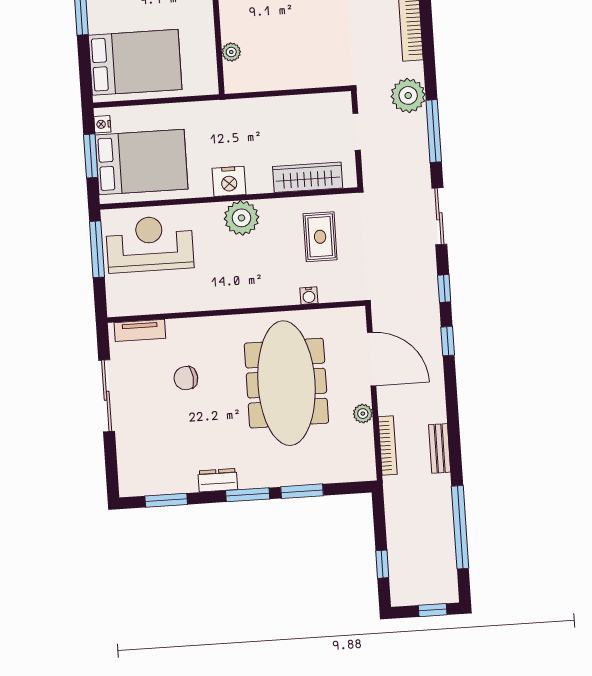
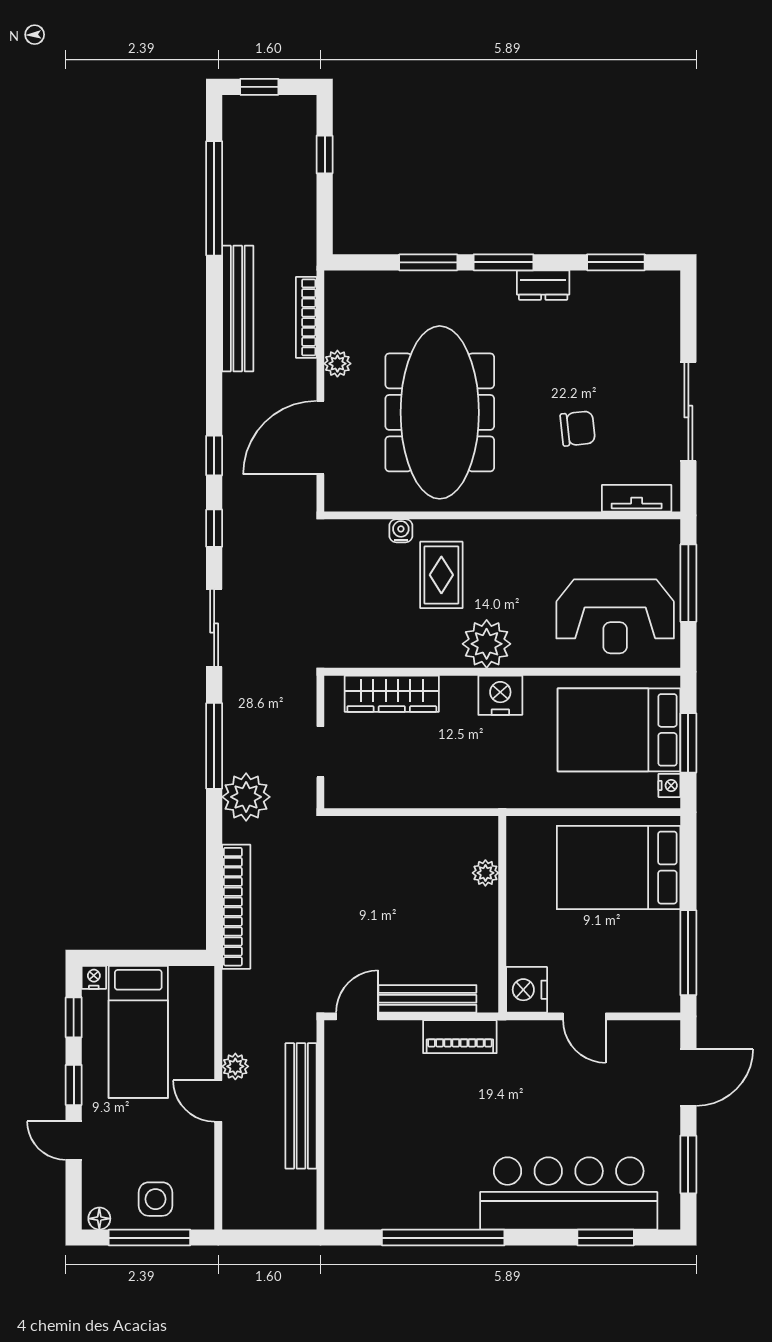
rug: (320, 237) -> (441, 575), moved
window: (97, 249) -> (688, 583), moved
door: (372, 359) -> (320, 438), hinge flipped
bench: (440, 448) -> (238, 309), width x1.86, depth x1.21

